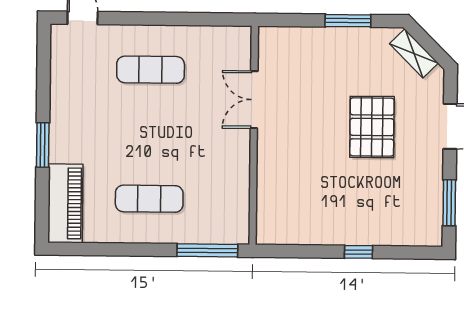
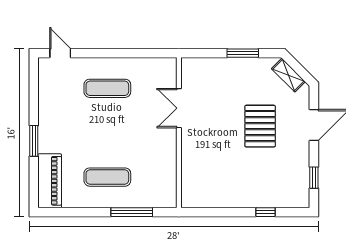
window: (449, 203) -> (314, 178), width x0.67
window: (207, 250) -> (132, 212), moved
window: (359, 252) -> (265, 212), moved

